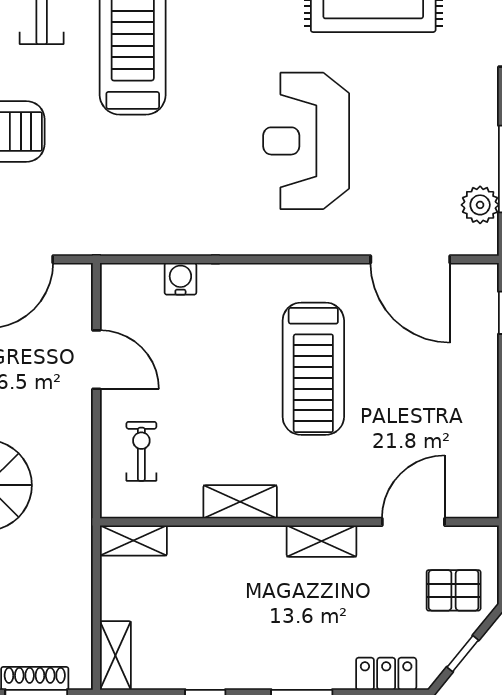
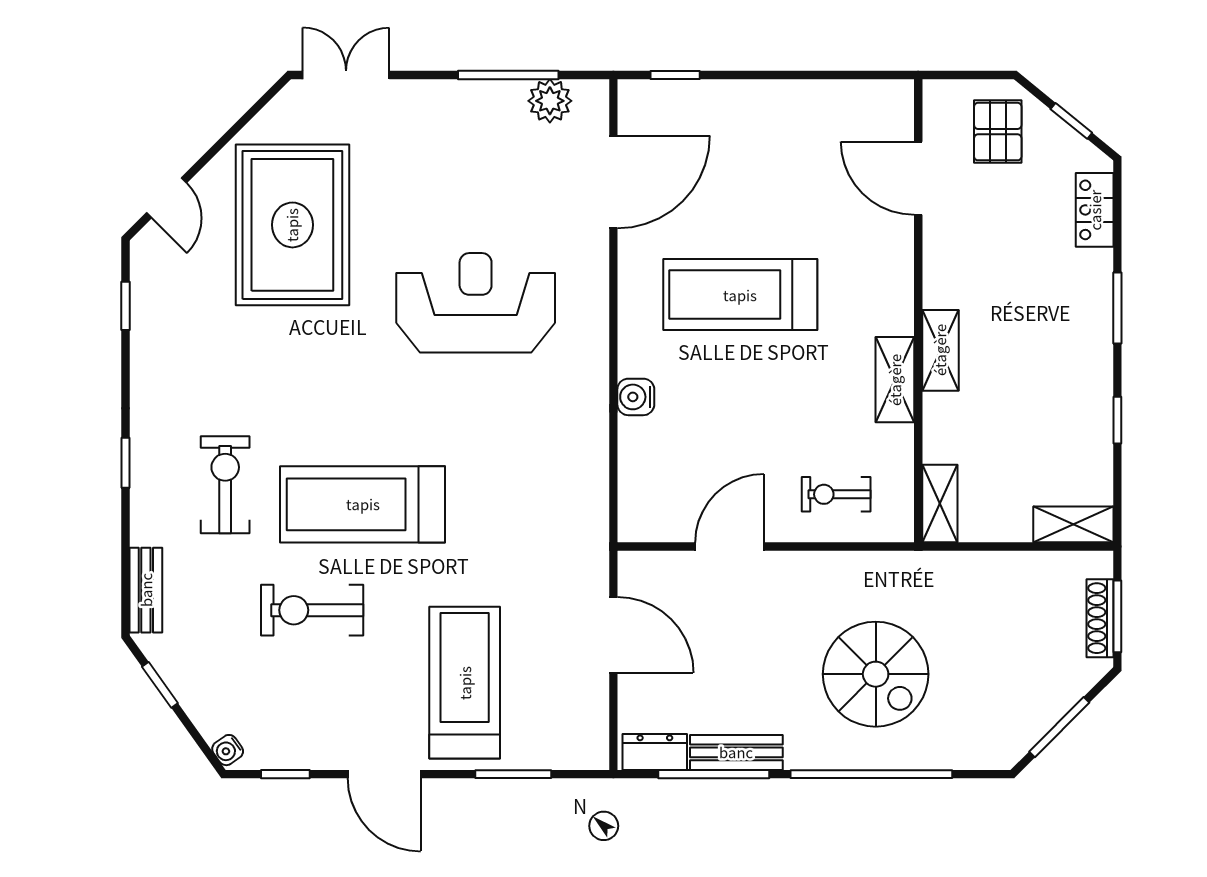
reception desk: (306, 141) -> (476, 303), turned 180
water cooler: (180, 279) -> (636, 397), moved
treadmill: (313, 369) -> (740, 295), turned 180
shelving: (322, 541) -> (940, 350), moved

